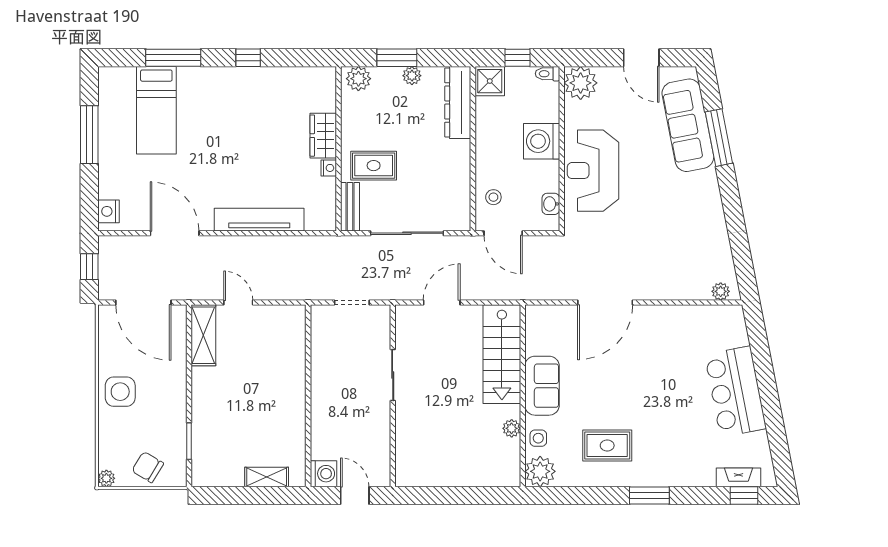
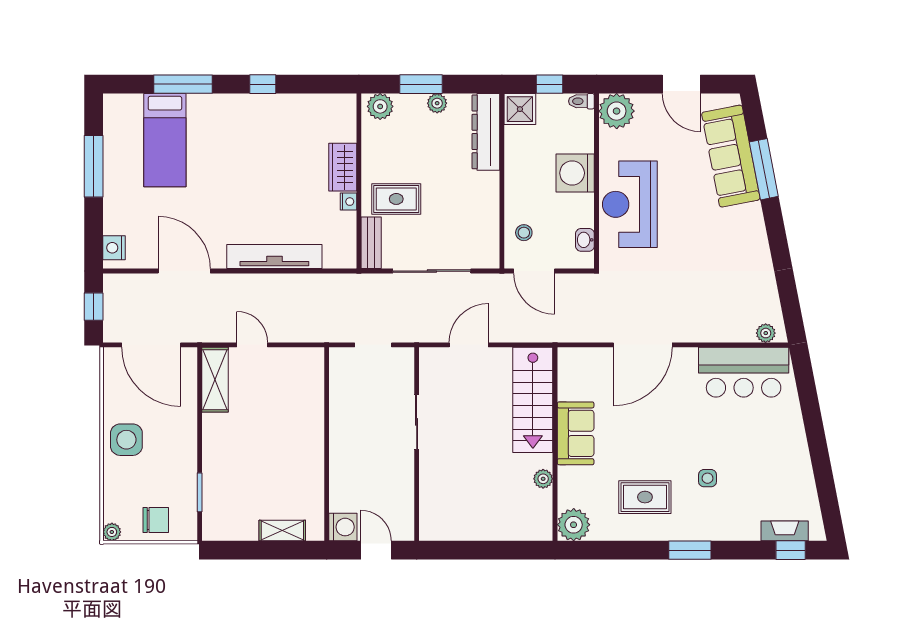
bar counter: (735, 392) -> (744, 372), moved, turned -79
side table: (538, 438) -> (708, 478), moved
chair: (148, 467) -> (156, 520), turned 149

